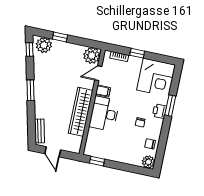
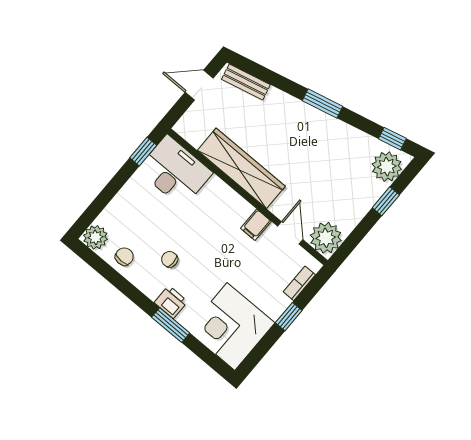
desk: (104, 114) -> (175, 171), moved

